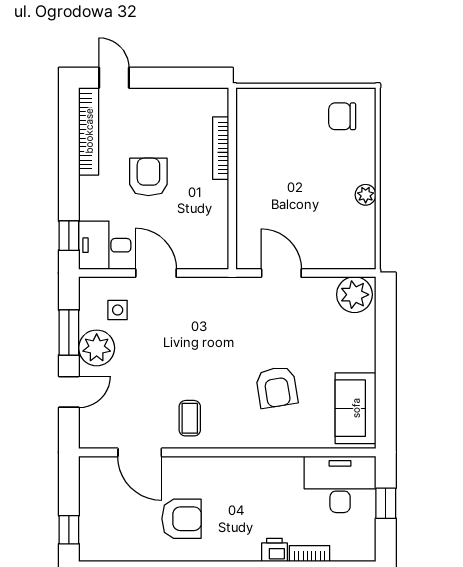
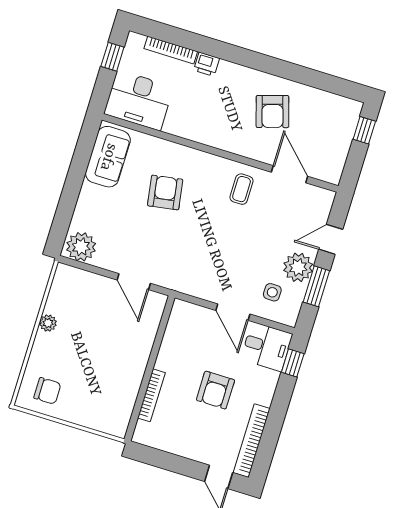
window: (386, 503) -> (112, 57), moved
armchair: (182, 519) -> (272, 112), turned -107
bookcase: (309, 554) -> (171, 50), width x1.56

